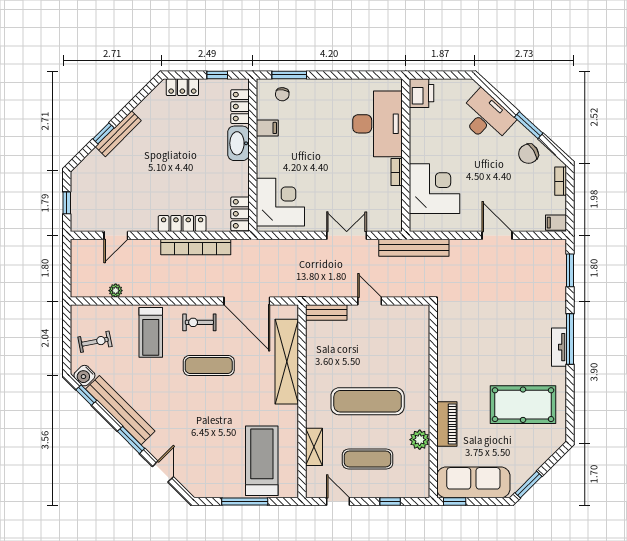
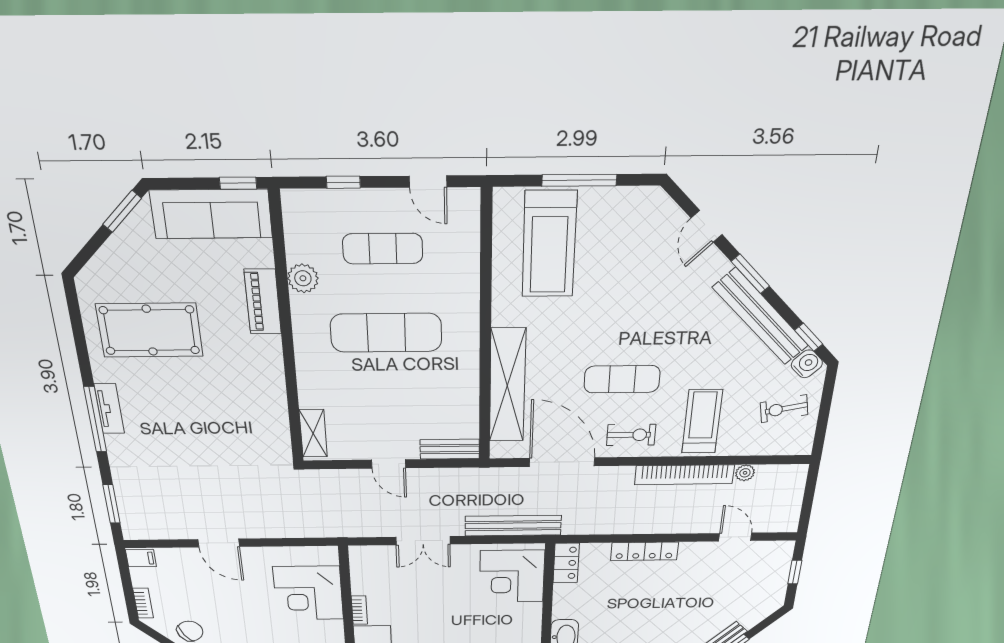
door: (116, 235) -> (735, 537), hinge flipped
bookcase: (196, 247) -> (684, 475), moved, turned 180
bench: (414, 248) -> (513, 526), moved
shelving: (314, 447) -> (313, 433), moved

